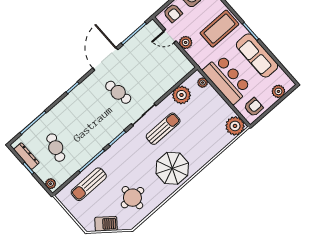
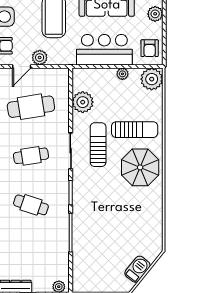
cafe table: (149, 65) -> (31, 107), added
plant: (203, 83) -> (122, 74), moved
armchair: (253, 107) -> (150, 48), turned 180
cafe table: (56, 148) -> (31, 205), moved
sun lounger: (89, 184) -> (135, 130), moved, turned -90
round table: (132, 198) -> (135, 225), removed

